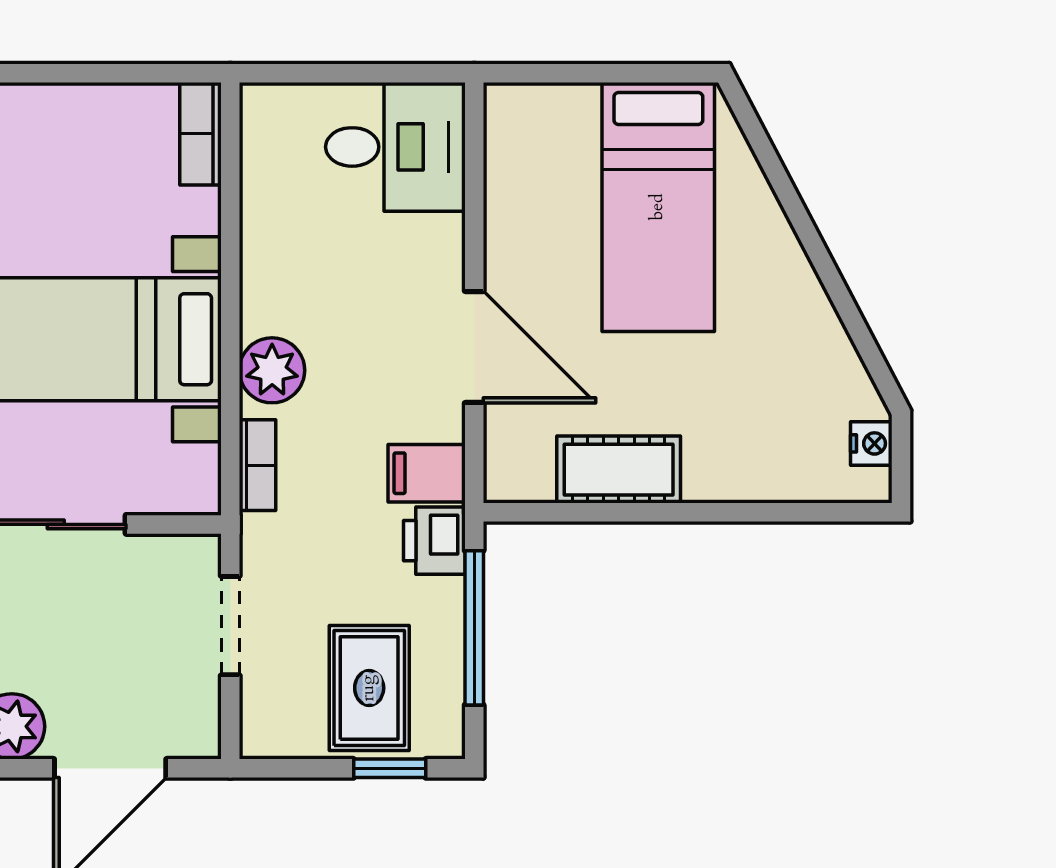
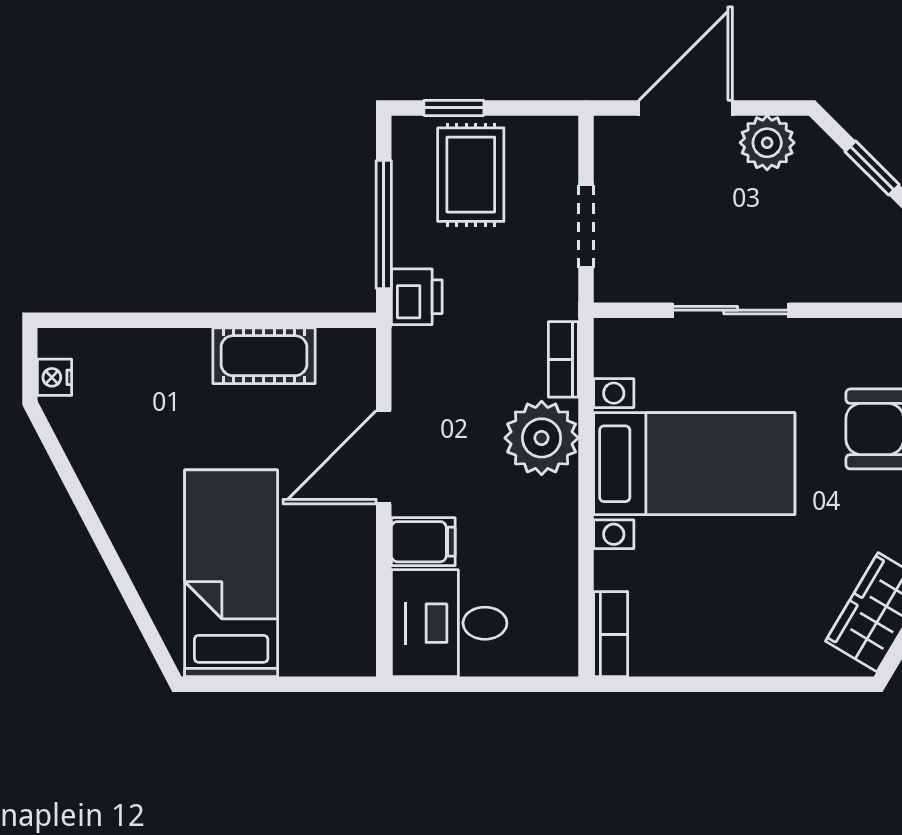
door: (474, 347) -> (384, 457), hinge flipped
plant: (272, 370) -> (542, 438), width x1.36, depth x1.36
filing cabinet: (427, 473) -> (423, 542), moved

